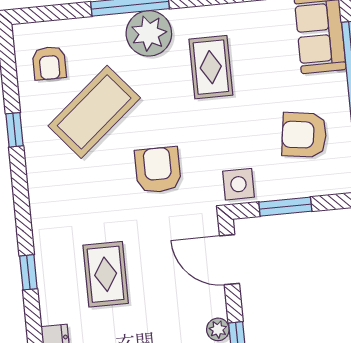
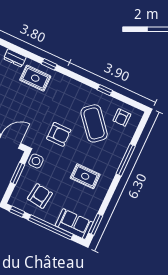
plant: (149, 33) -> (111, 161), removed
armchair: (49, 63) -> (122, 117), turned -90
rug: (106, 274) -> (35, 78), moved

